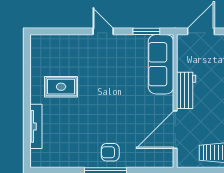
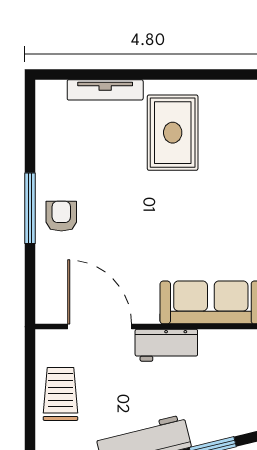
rug: (61, 87) -> (173, 133), width x1.36, depth x1.43

